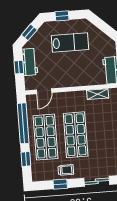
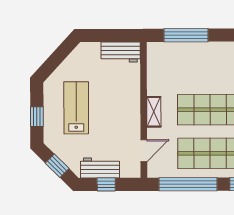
door: (44, 91) -> (144, 151), hinge flipped
shelving: (98, 94) -> (154, 112), moved

